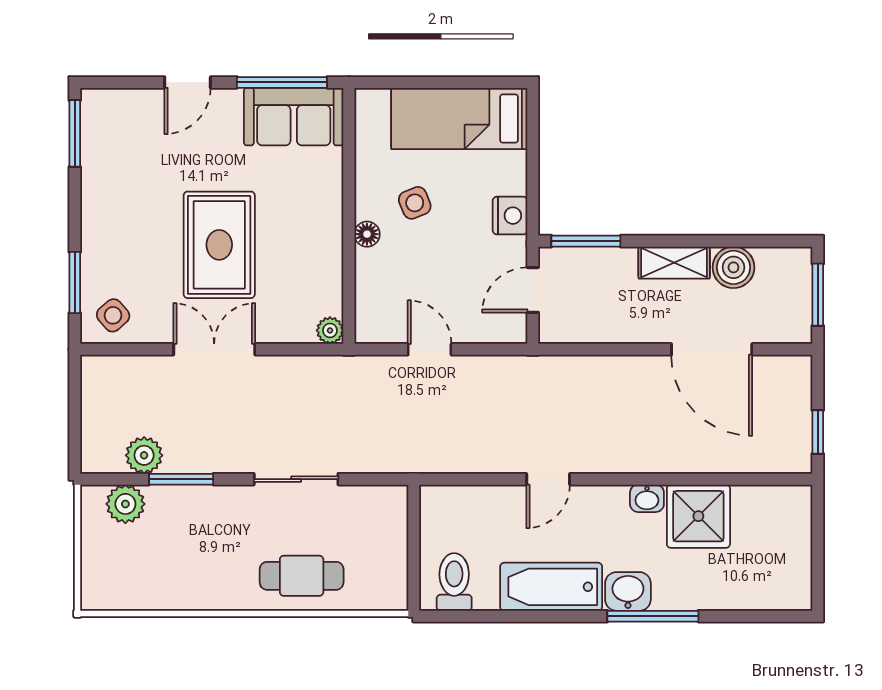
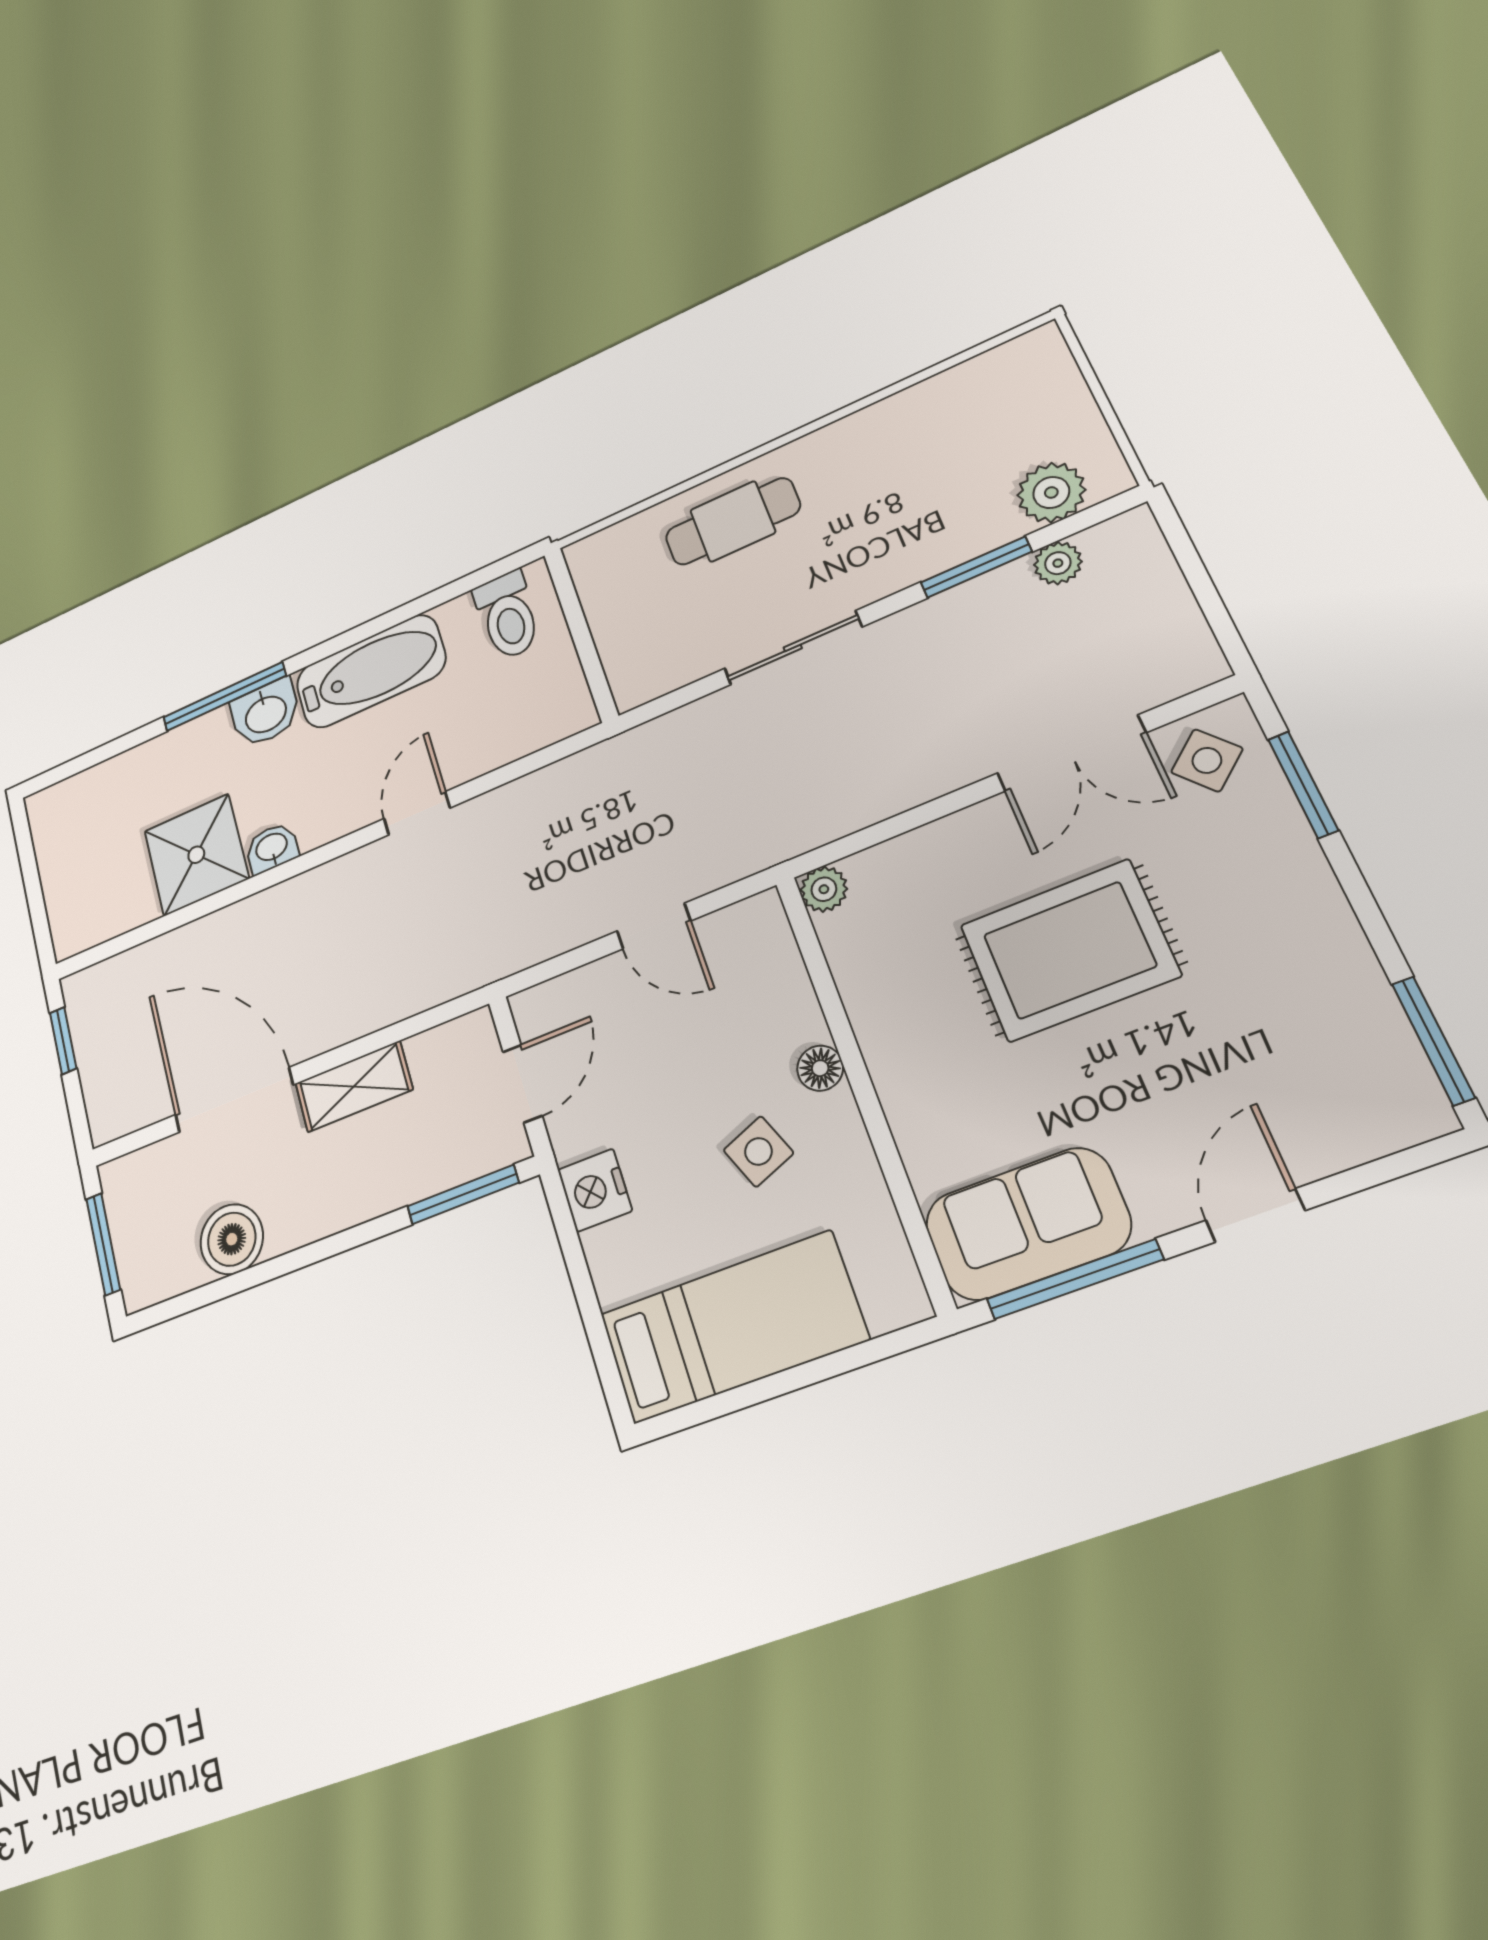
rug: (219, 245) -> (1069, 950), turned 90
shelving: (674, 263) -> (354, 1086), moved
double door: (214, 349) -> (1071, 753), moved
plant: (144, 455) -> (1058, 563), width x0.73, depth x0.73

